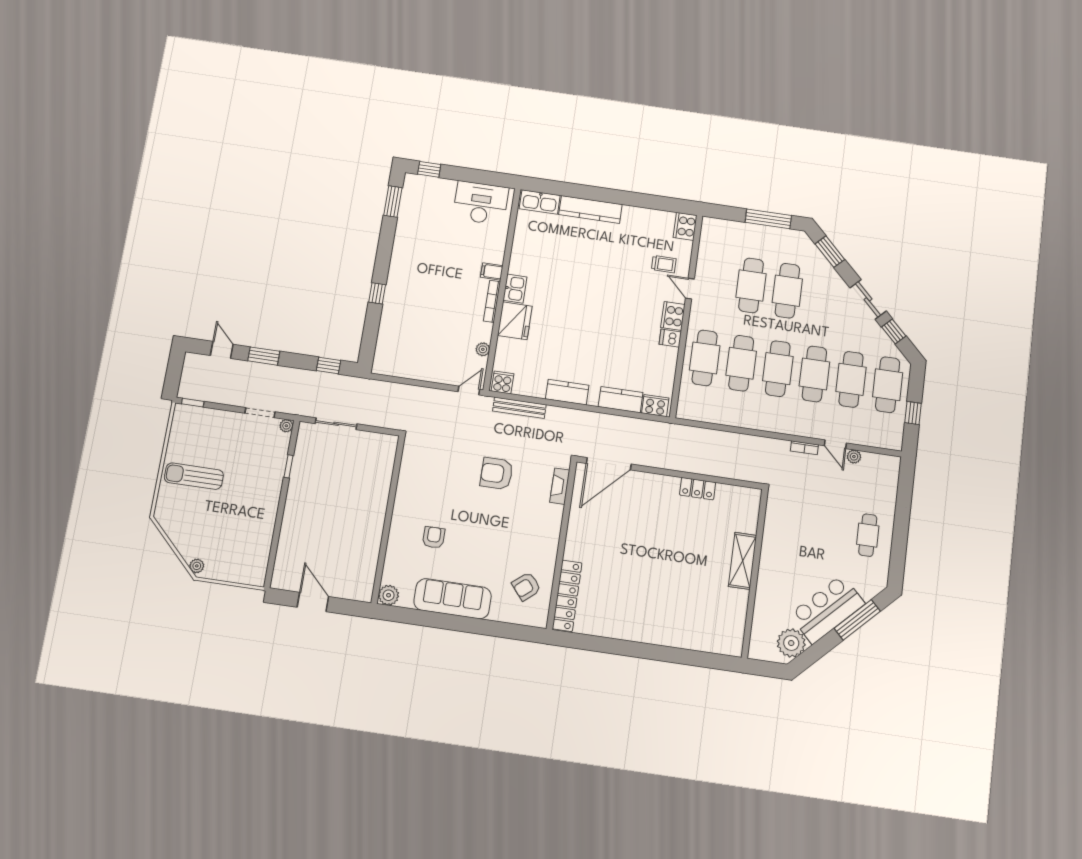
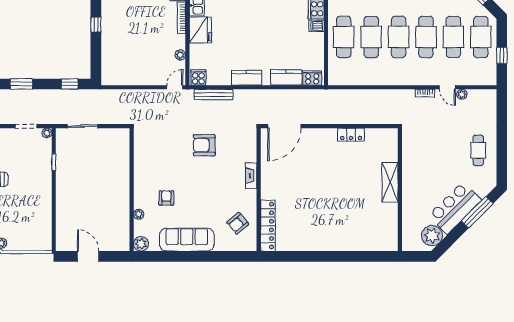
fireplace: (560, 486) -> (251, 176), moved
plant: (392, 554) -> (139, 214), added

